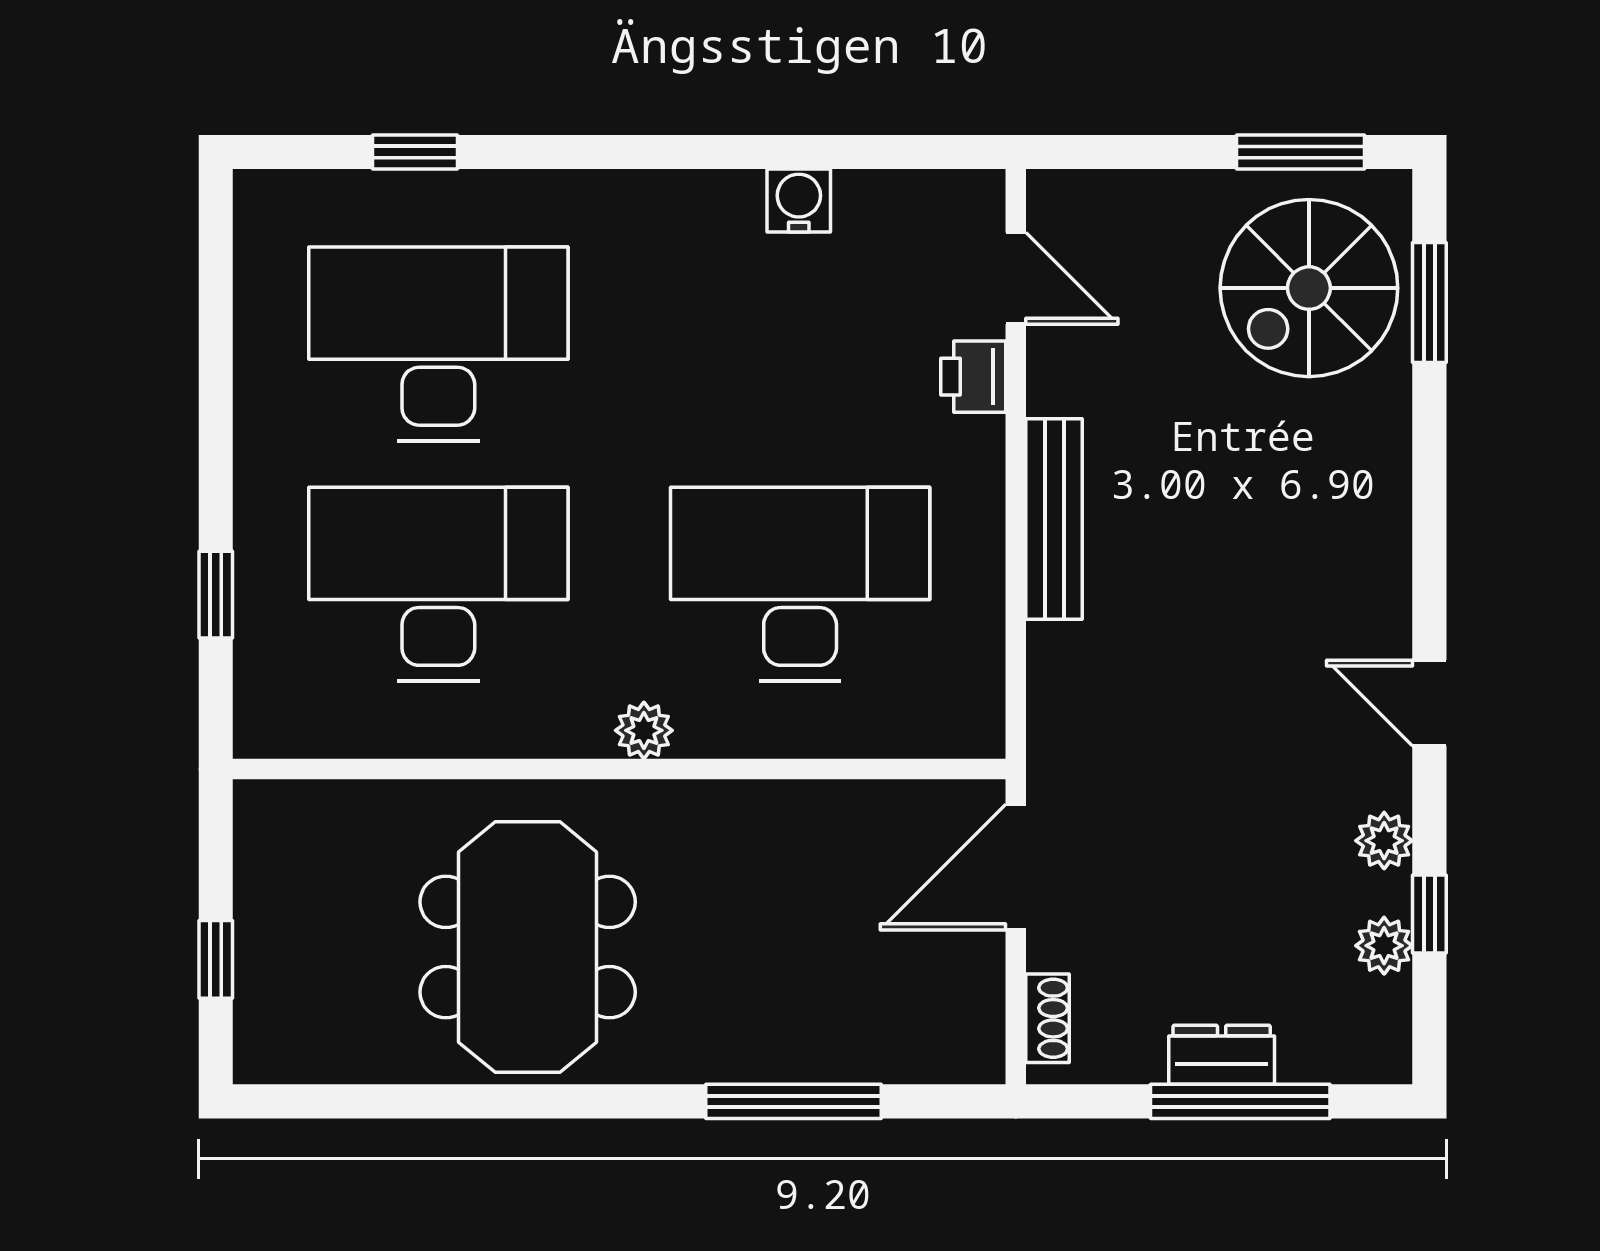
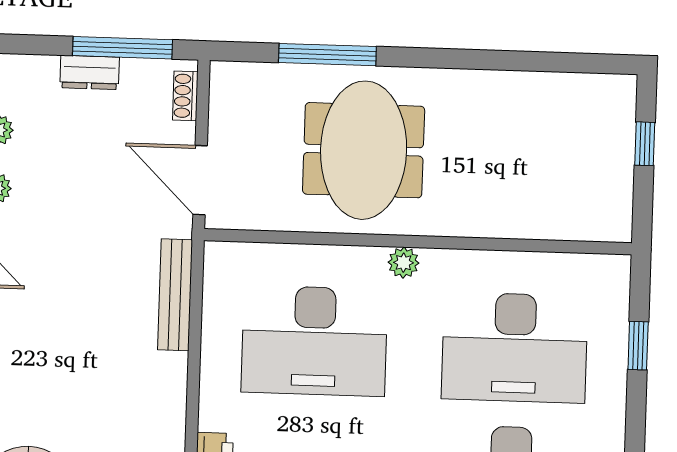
bench: (1054, 519) -> (175, 295), moved
door: (1016, 867) -> (200, 180), swing flipped
meeting table: (528, 947) -> (364, 150), moved
window: (1240, 1101) -> (122, 48), moved

